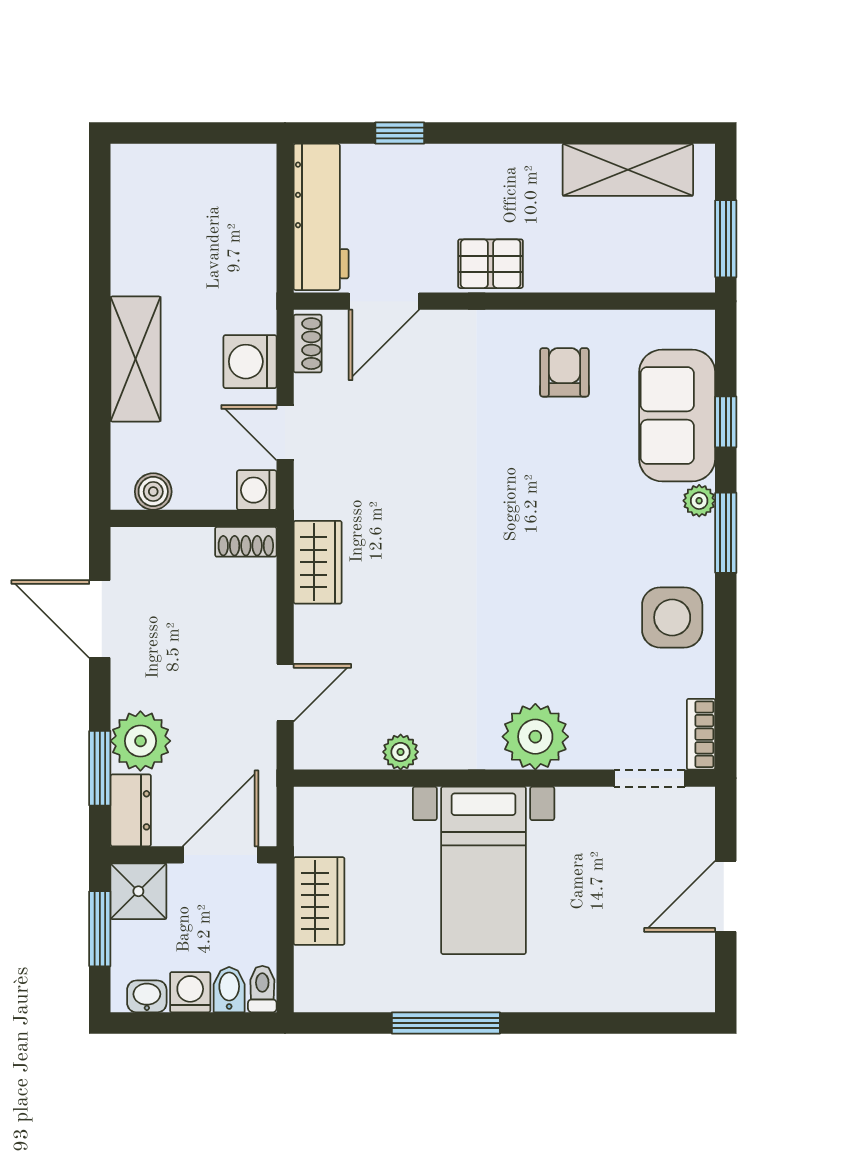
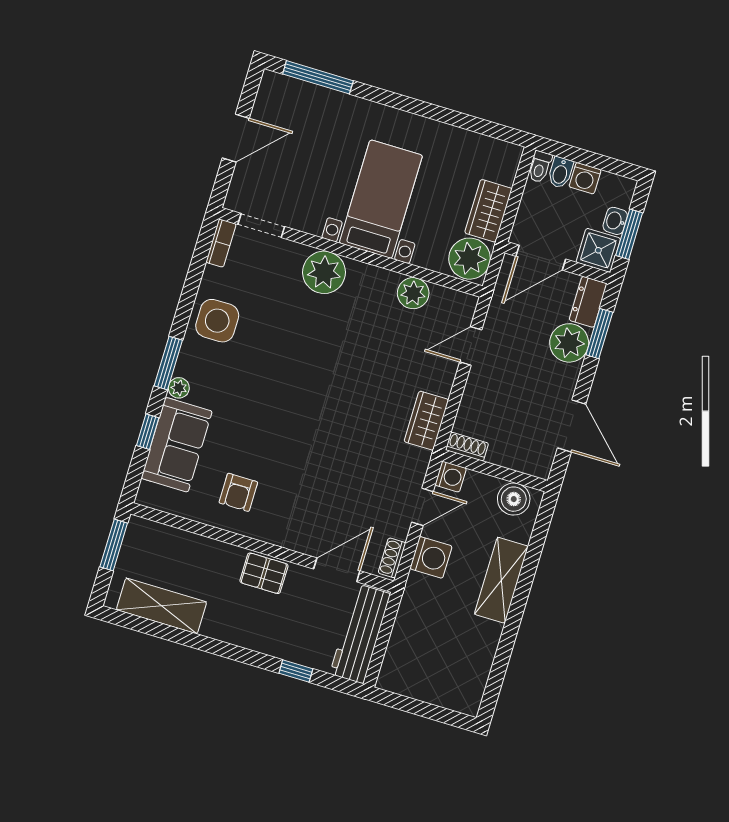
door: (285, 433) -> (422, 507), hinge flipped
boiler: (153, 492) -> (514, 499), width x1.36, depth x1.36
plant: (401, 752) -> (413, 293), width x1.38, depth x1.38
plant: (326, 822) -> (470, 259), added
washbasin: (147, 996) -> (615, 221), moved, turned 90
window: (446, 1023) -> (318, 77), moved

